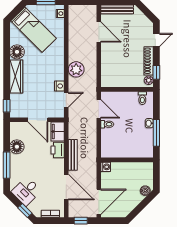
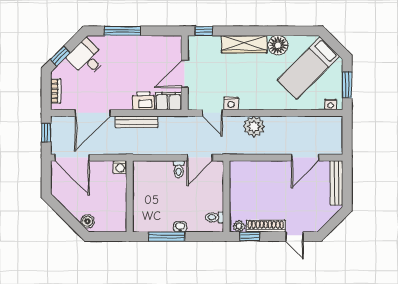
floor lamp: (17, 147) -> (148, 45), removed

